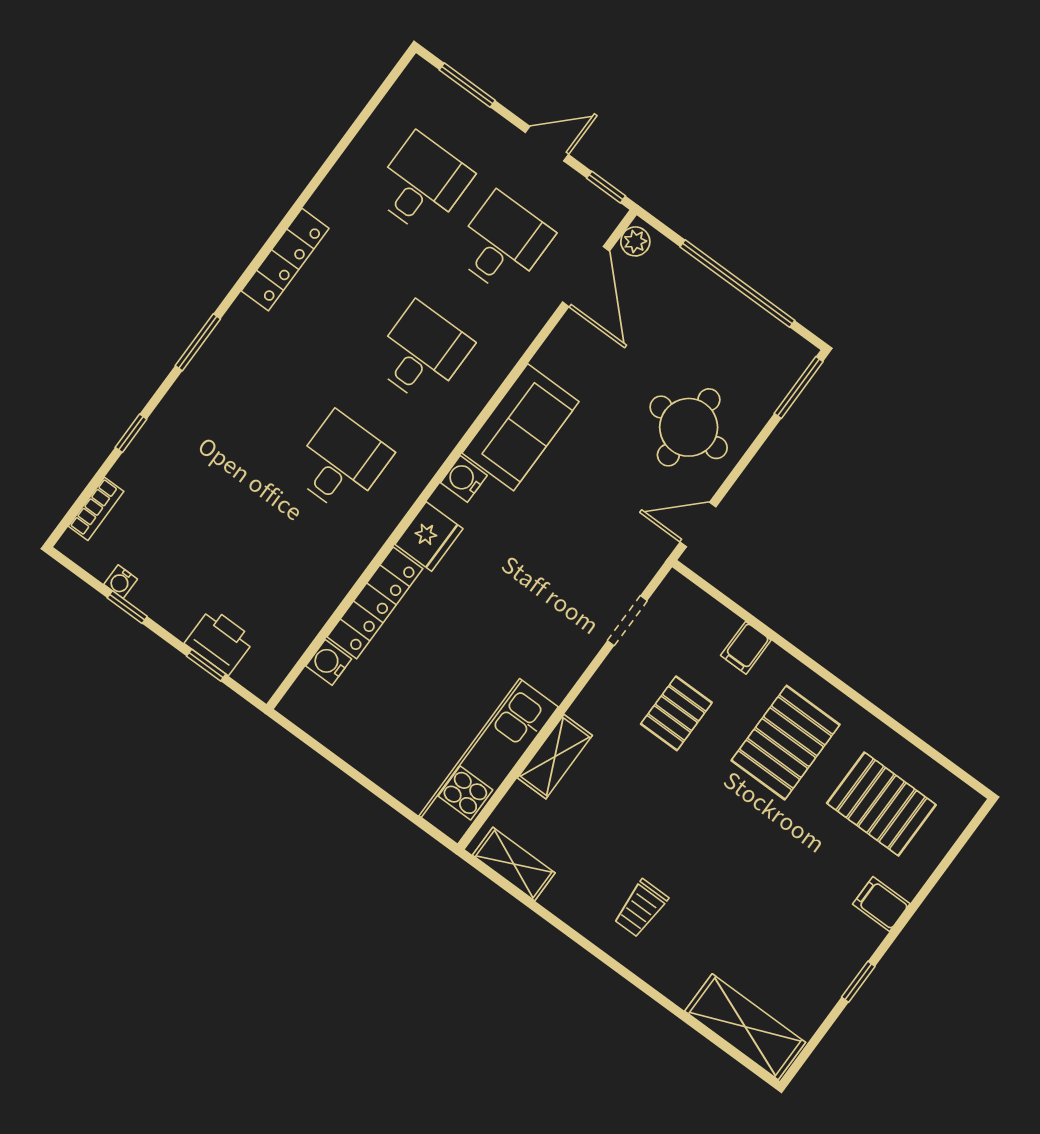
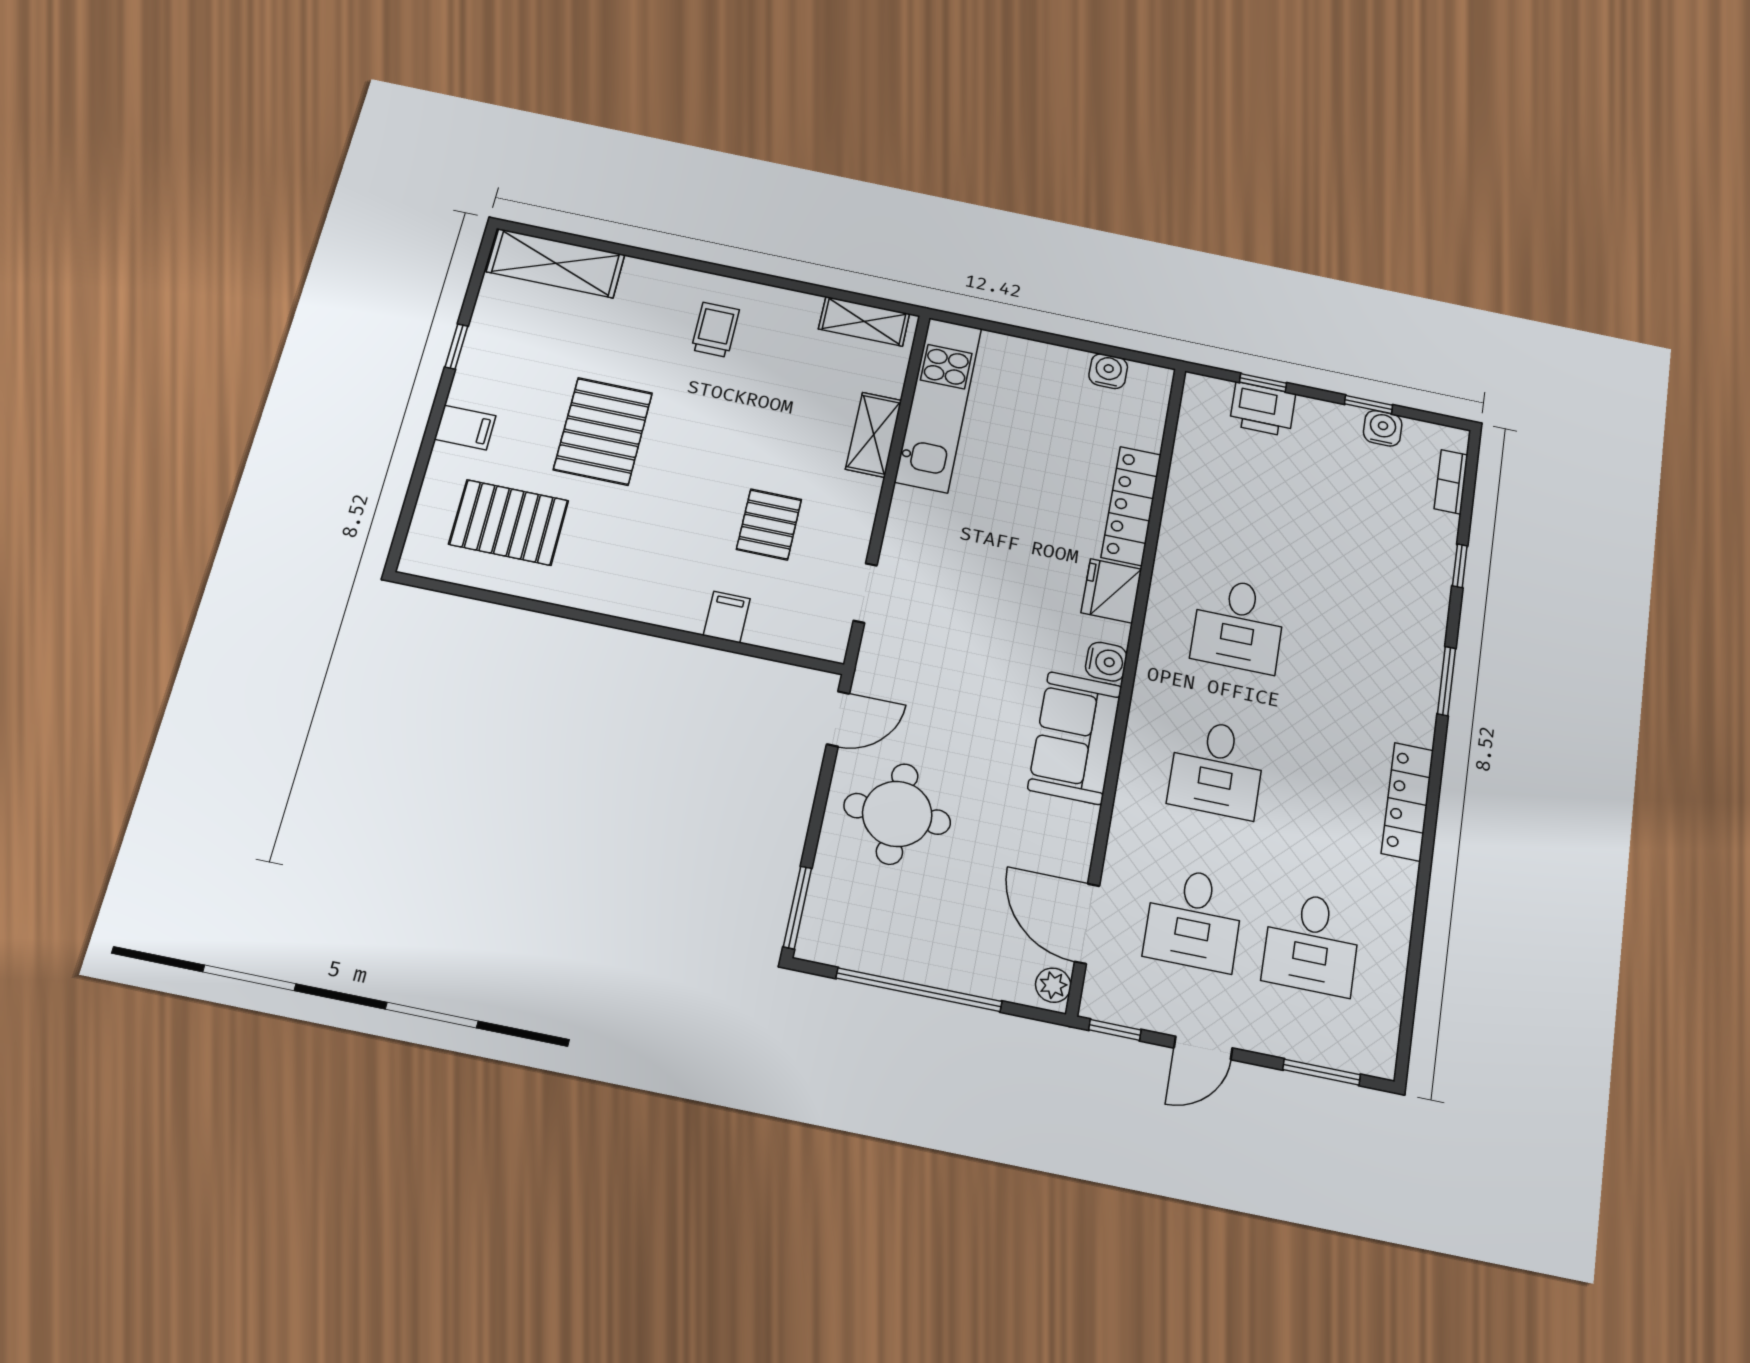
water cooler: (121, 582) -> (1383, 428), width x1.38, depth x1.38
water cooler: (329, 662) -> (1108, 371), moved, turned -90
pallet: (786, 743) -> (603, 431), moved

